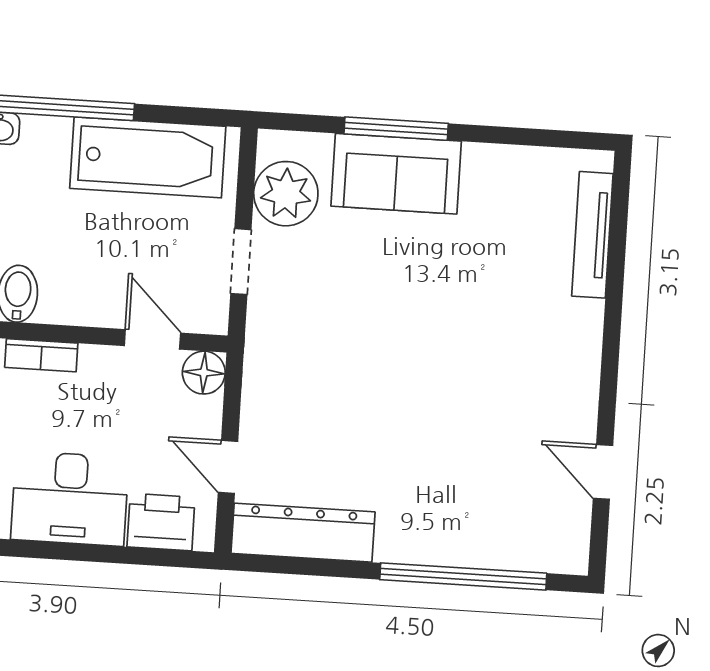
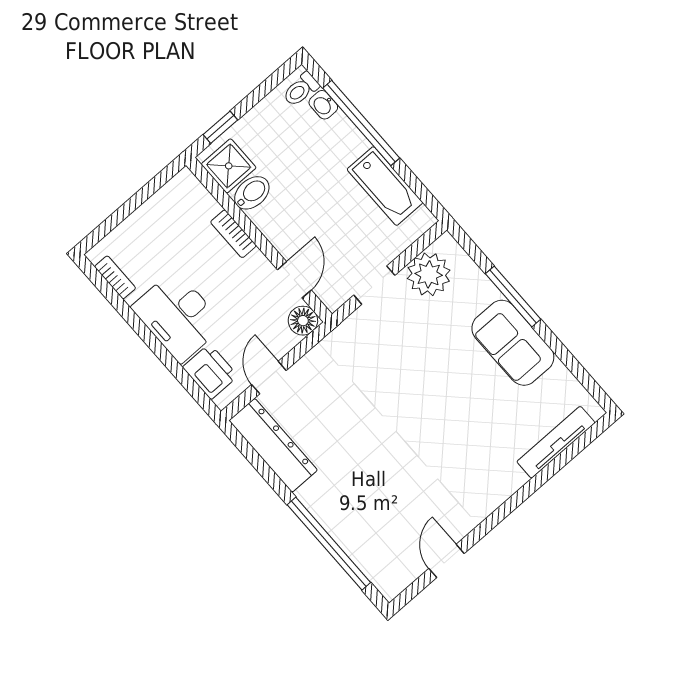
bathtub: (148, 157) -> (385, 186), width x0.73, depth x0.73
sofa: (396, 174) -> (513, 343), moved

